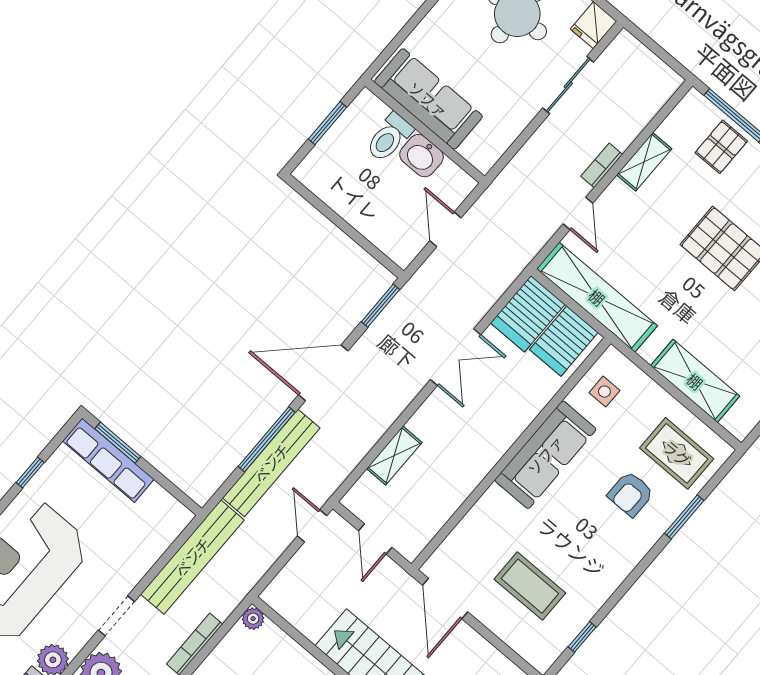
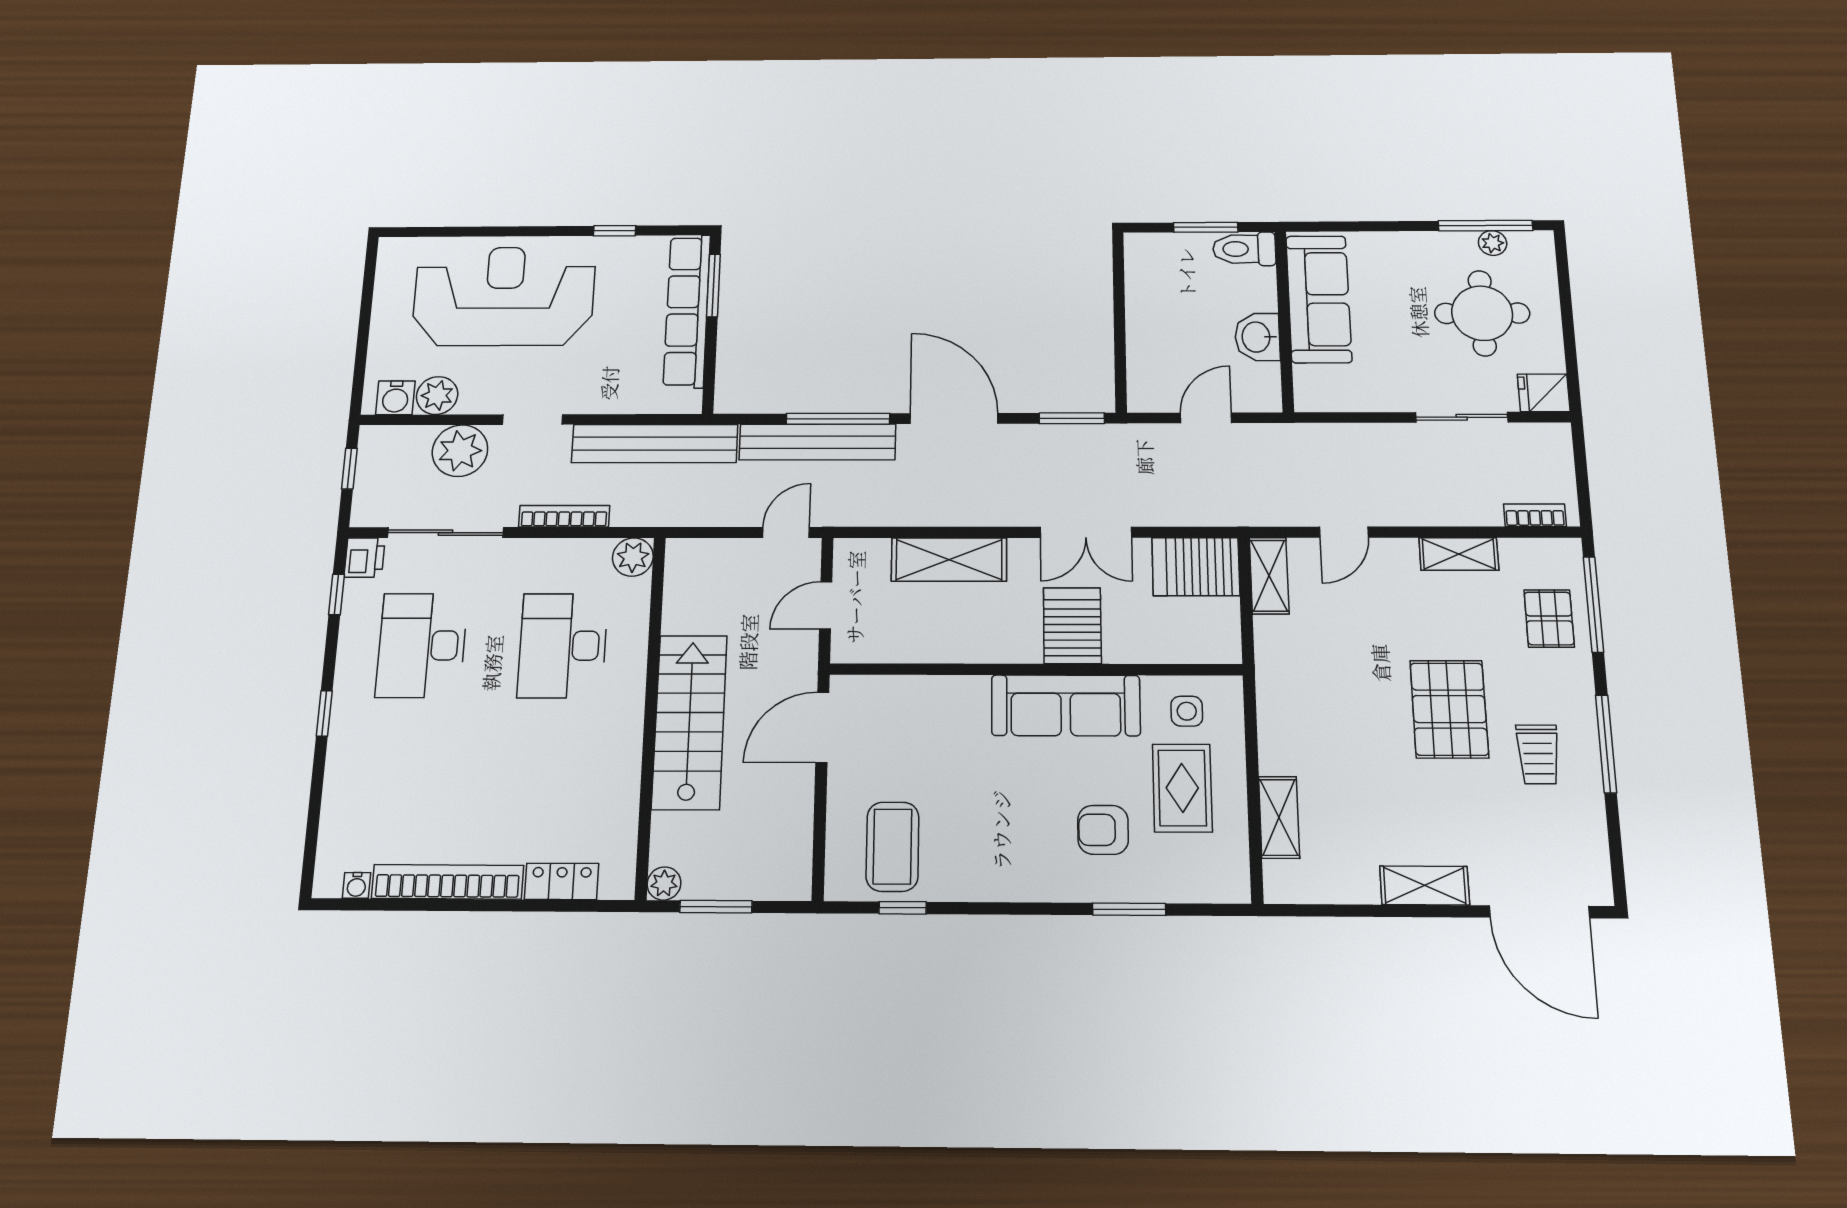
toilet: (389, 138) -> (1244, 249), moved
pallet: (721, 147) -> (1549, 618), turned 90
bookcase: (602, 165) -> (1535, 515), moved
shelving: (597, 297) -> (1269, 576), width x0.45, depth x0.75
server rack: (564, 341) -> (1072, 626), moved, turned 90
shelving: (695, 381) -> (1279, 817), width x0.67, depth x0.75
rug: (677, 453) -> (1182, 788), moved
shelving: (394, 456) -> (949, 559), width x1.50, depth x1.33
row of seats: (108, 460) -> (687, 311), width x1.36
coffee table: (530, 586) -> (892, 847), moved
plant: (253, 619) -> (633, 557), width x1.38, depth x1.38

